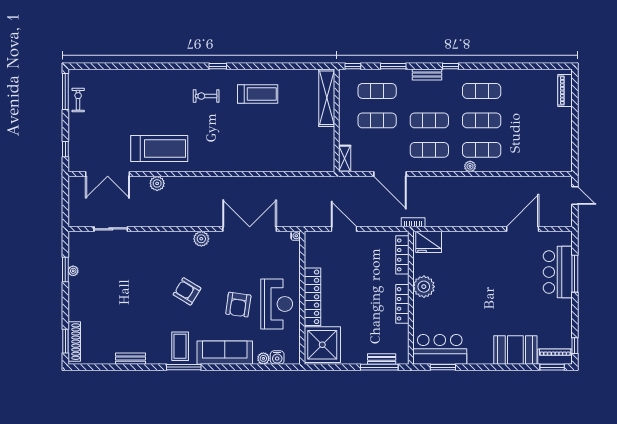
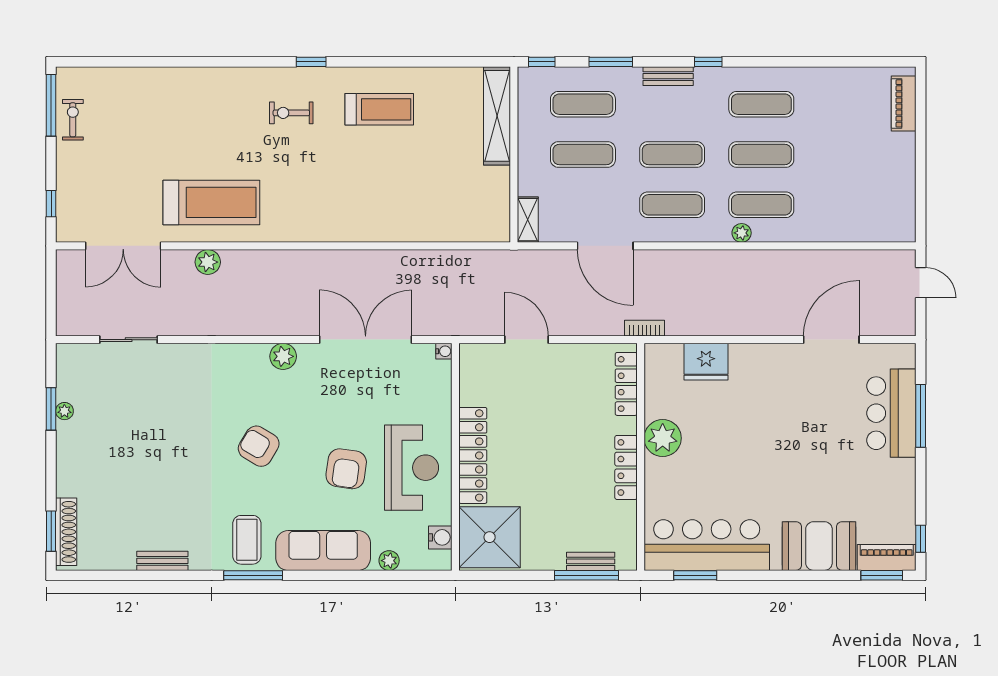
fridge: (429, 242) -> (706, 362), moved
bar counter: (440, 349) -> (707, 545), width x1.36
water cooler: (277, 357) -> (440, 537), moved, turned -90

